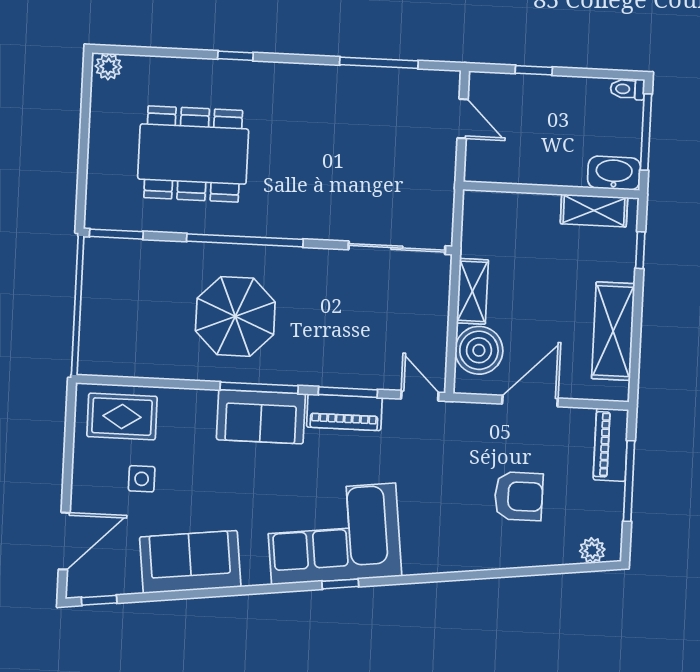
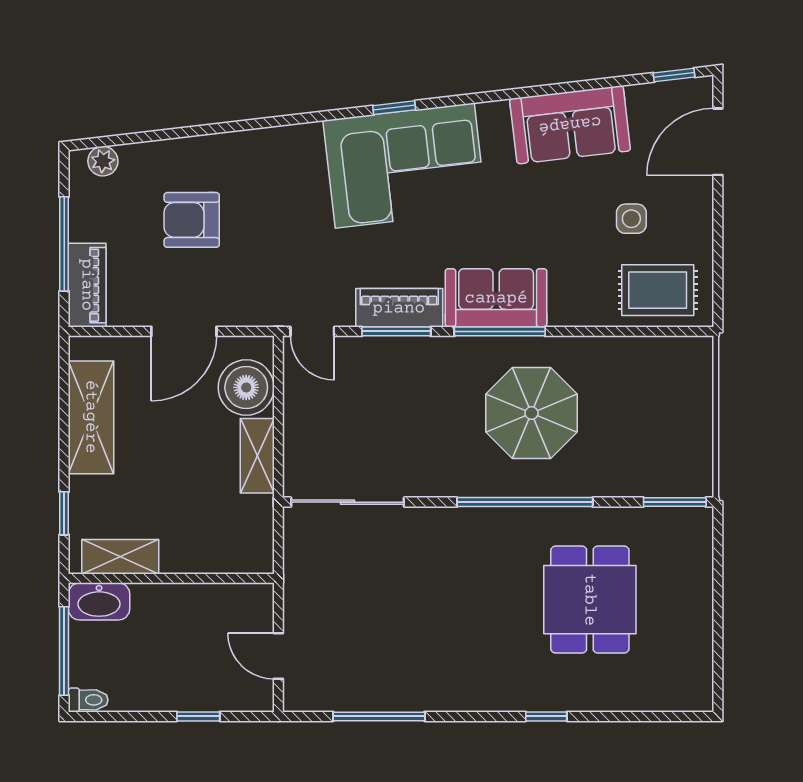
plant: (108, 67) -> (693, 697), removed
dining table: (193, 154) -> (590, 600), width x0.73

